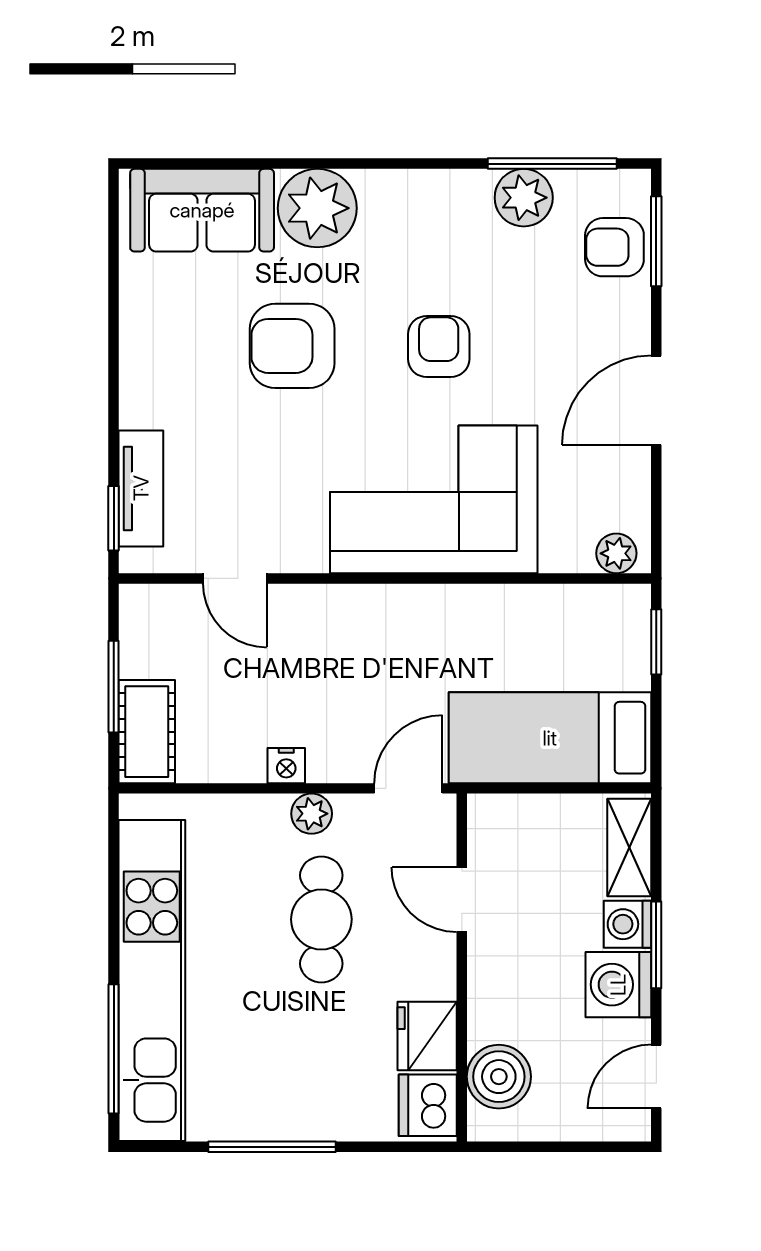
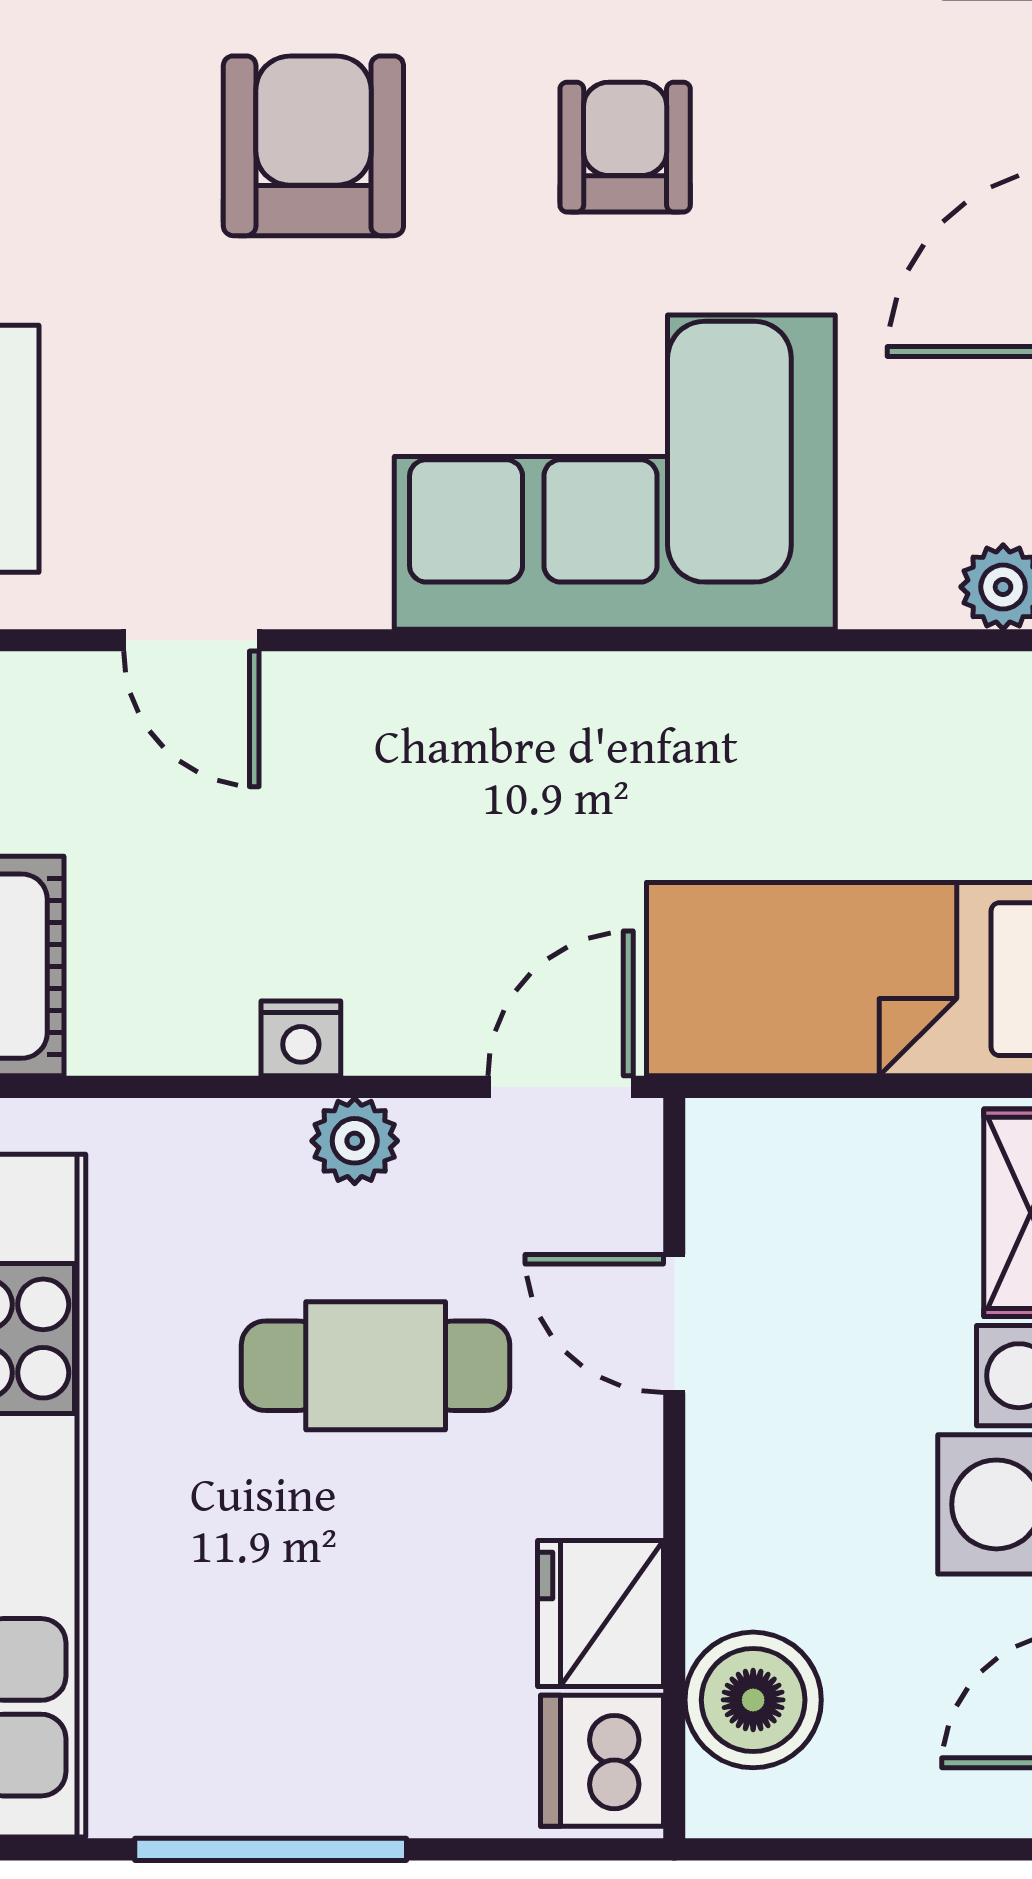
armchair: (292, 346) -> (313, 146), turned 90
cafe table: (321, 919) -> (376, 1366), turned 90

